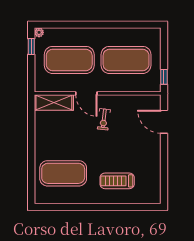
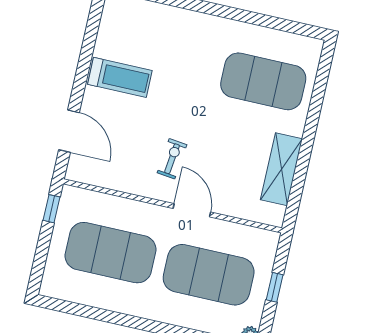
window: (31, 46) -> (275, 287), moved
shelving: (54, 102) -> (281, 169), moved, turned 90
treadmill: (117, 181) -> (120, 77), moved

